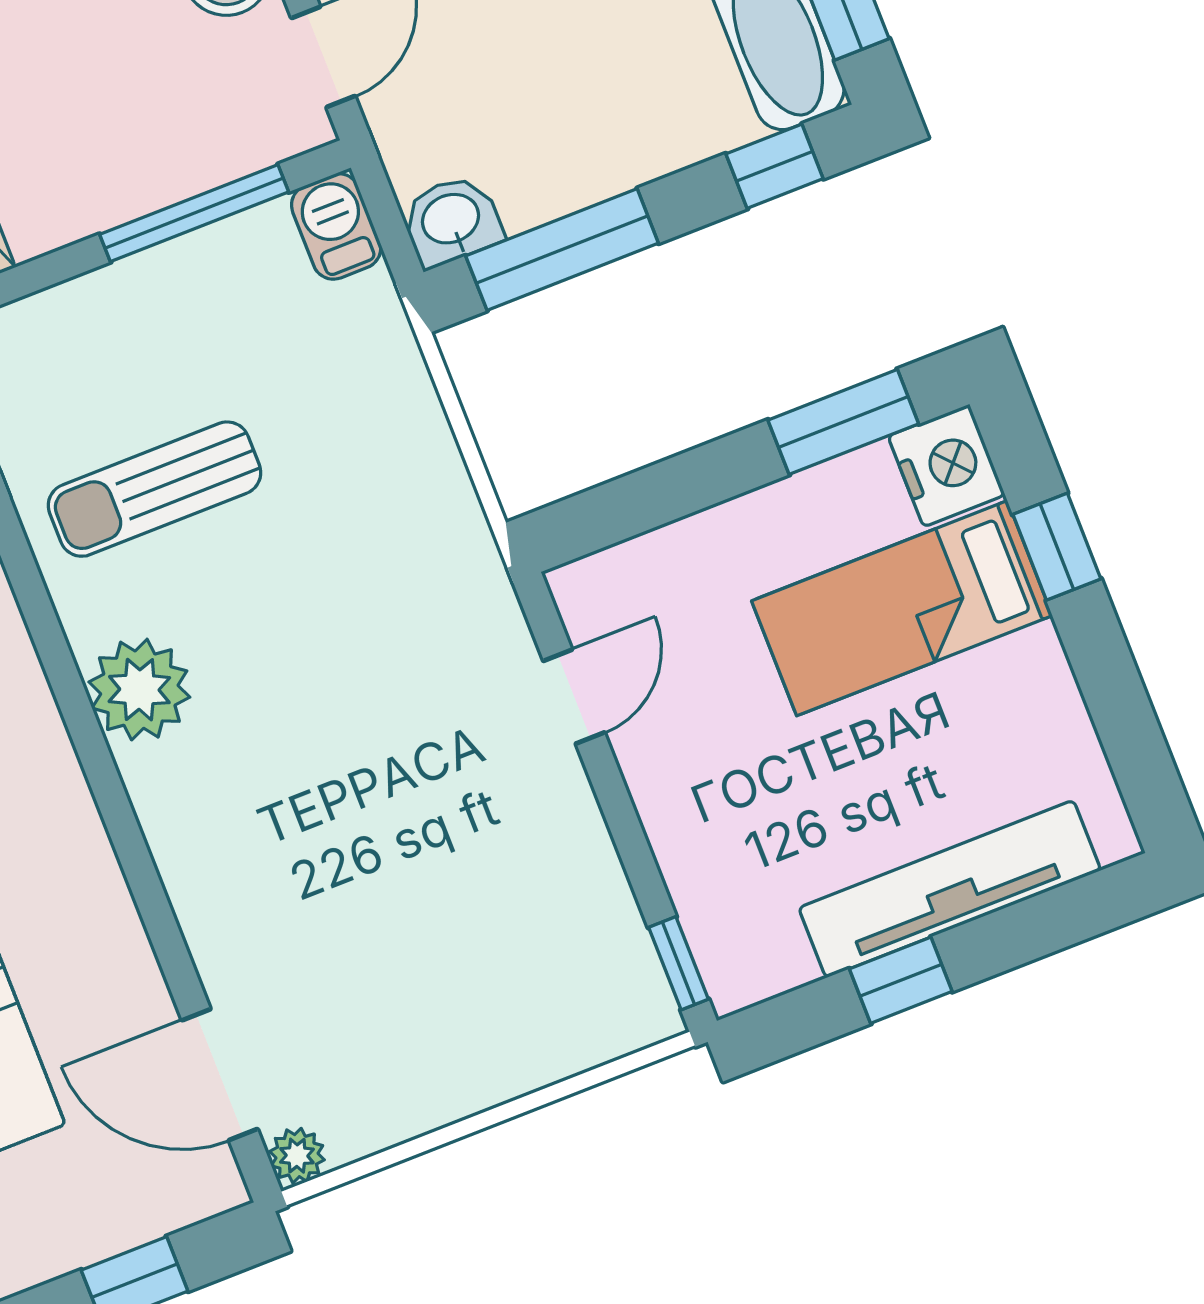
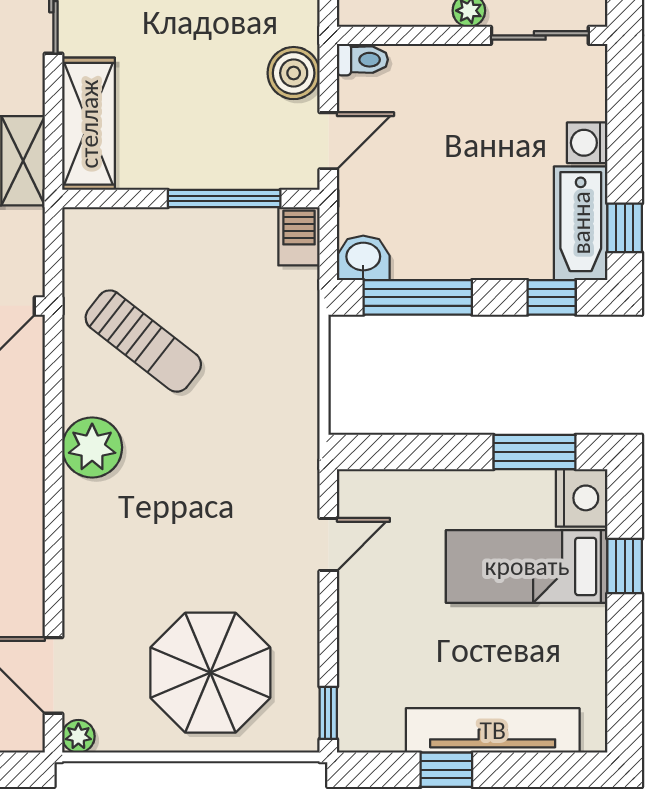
sun lounger: (154, 489) -> (143, 341), turned -142
parasol: (467, 973) -> (210, 673), added

